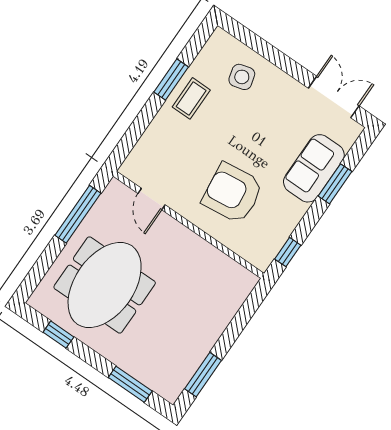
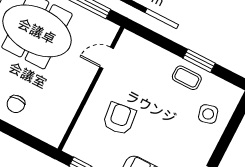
armchair: (233, 193) -> (119, 119), width x0.73, depth x0.73
chair: (196, 325) -> (16, 104), added

